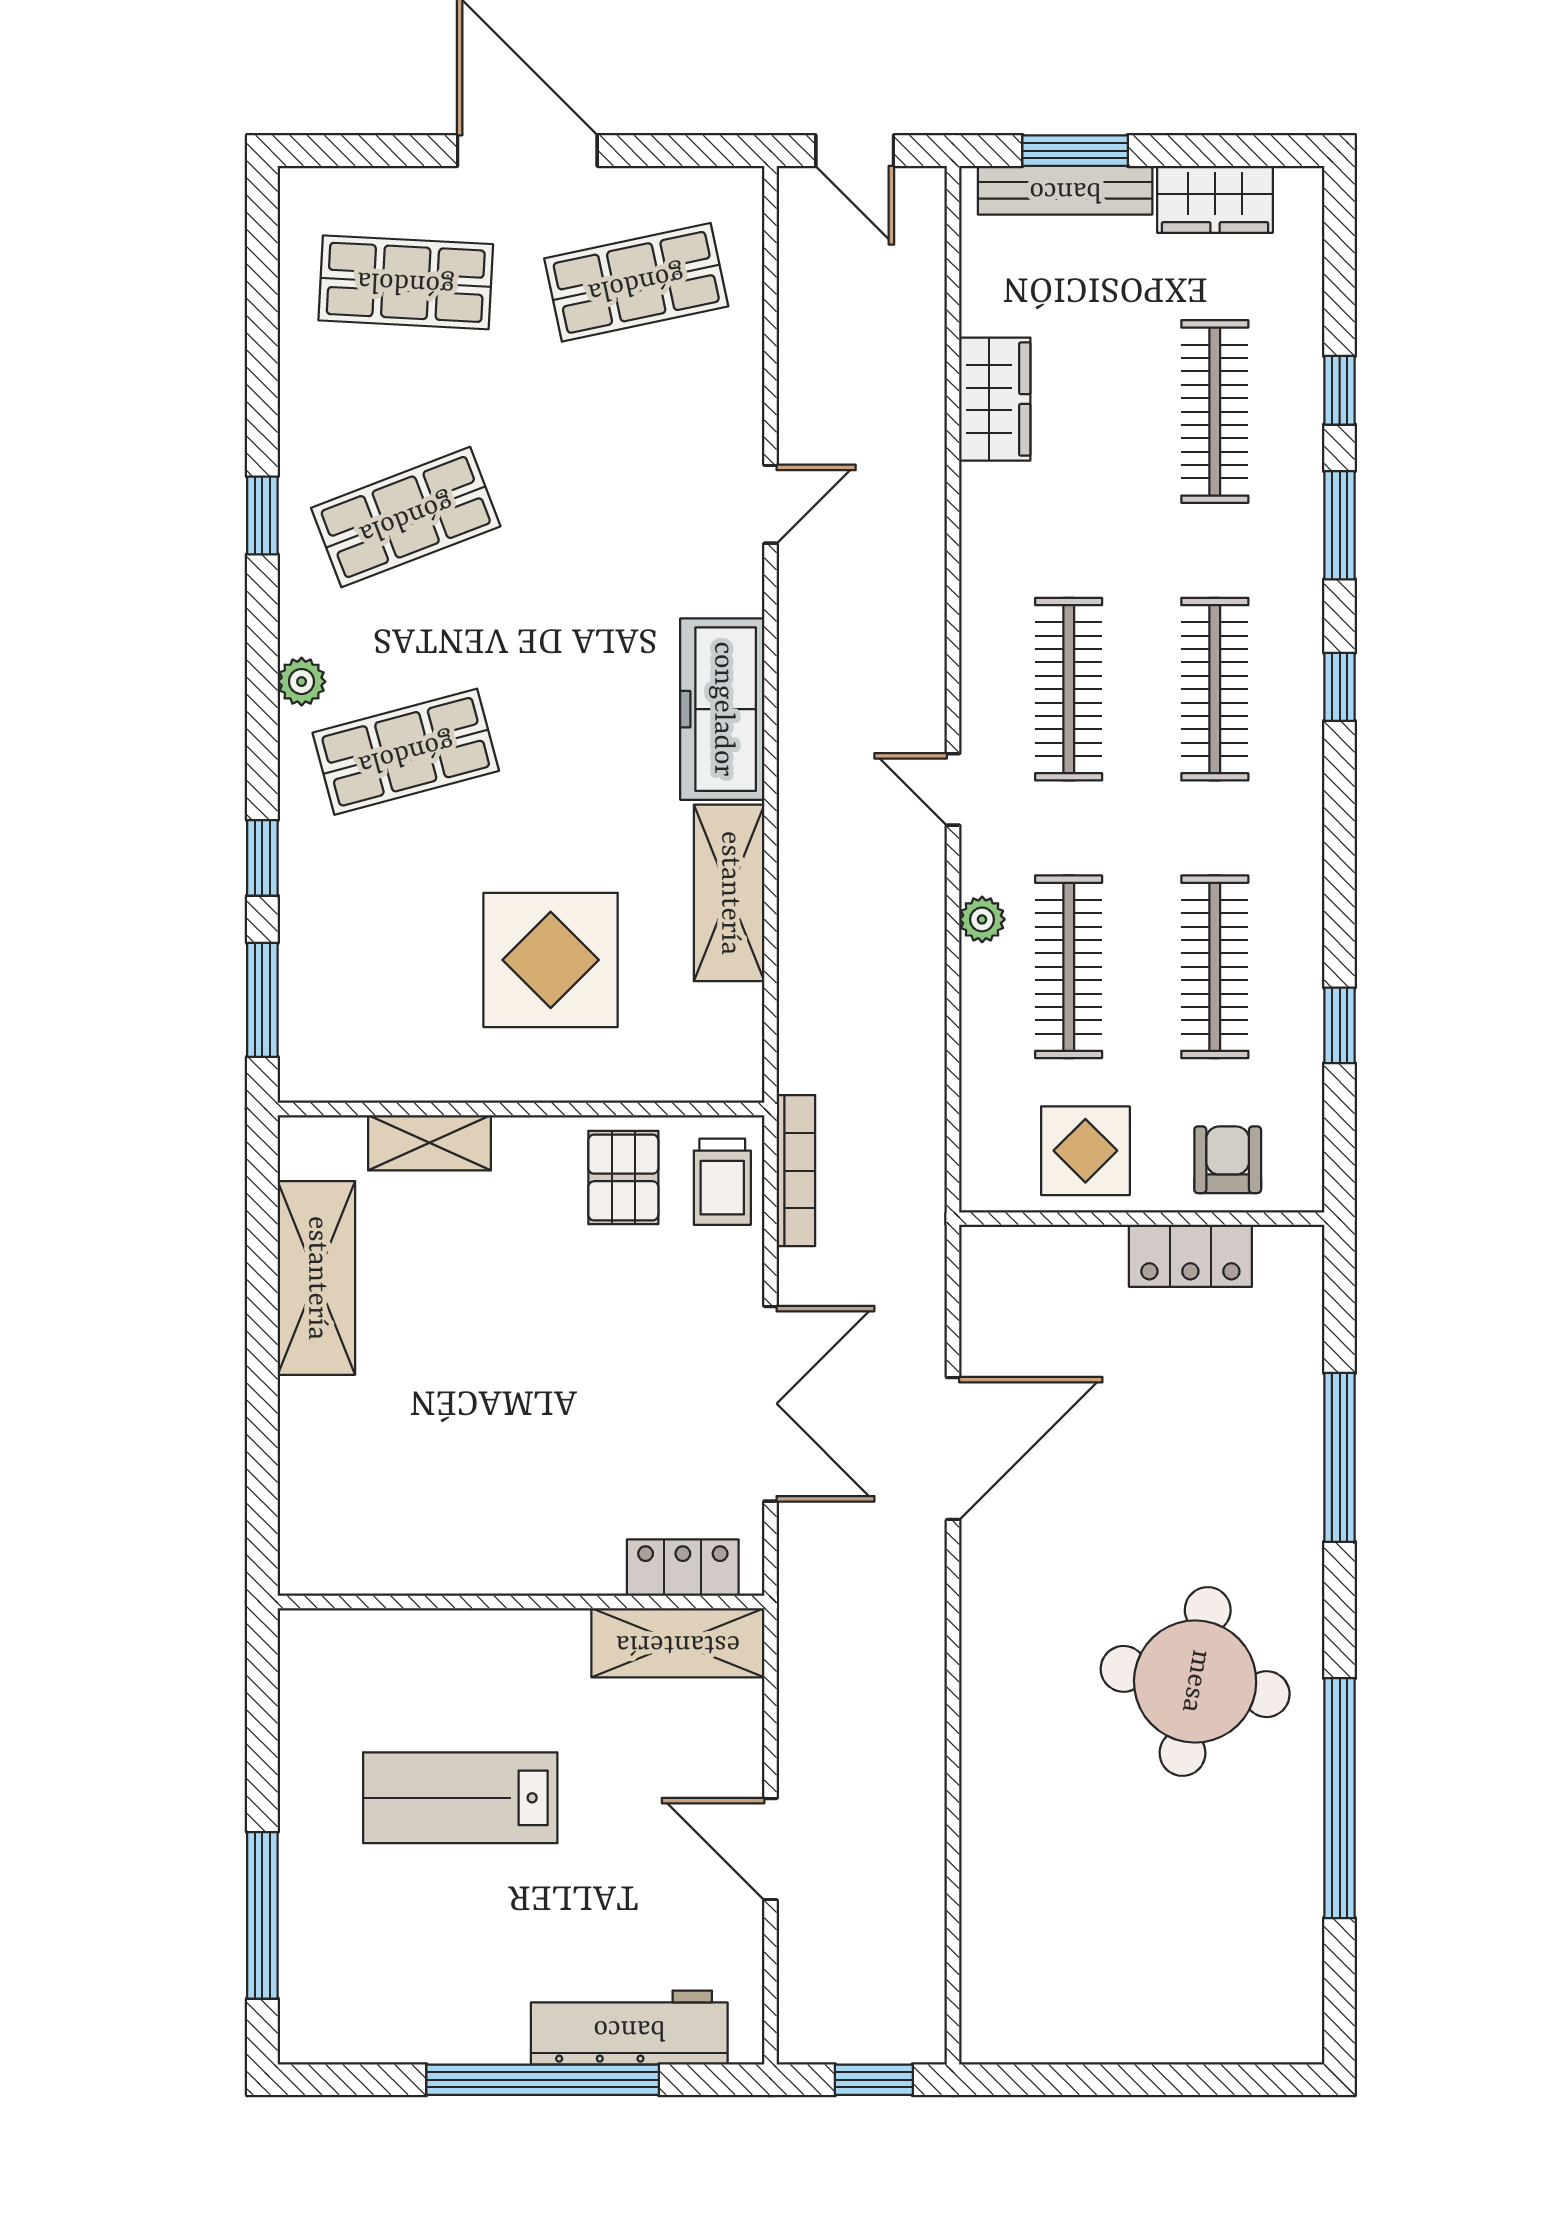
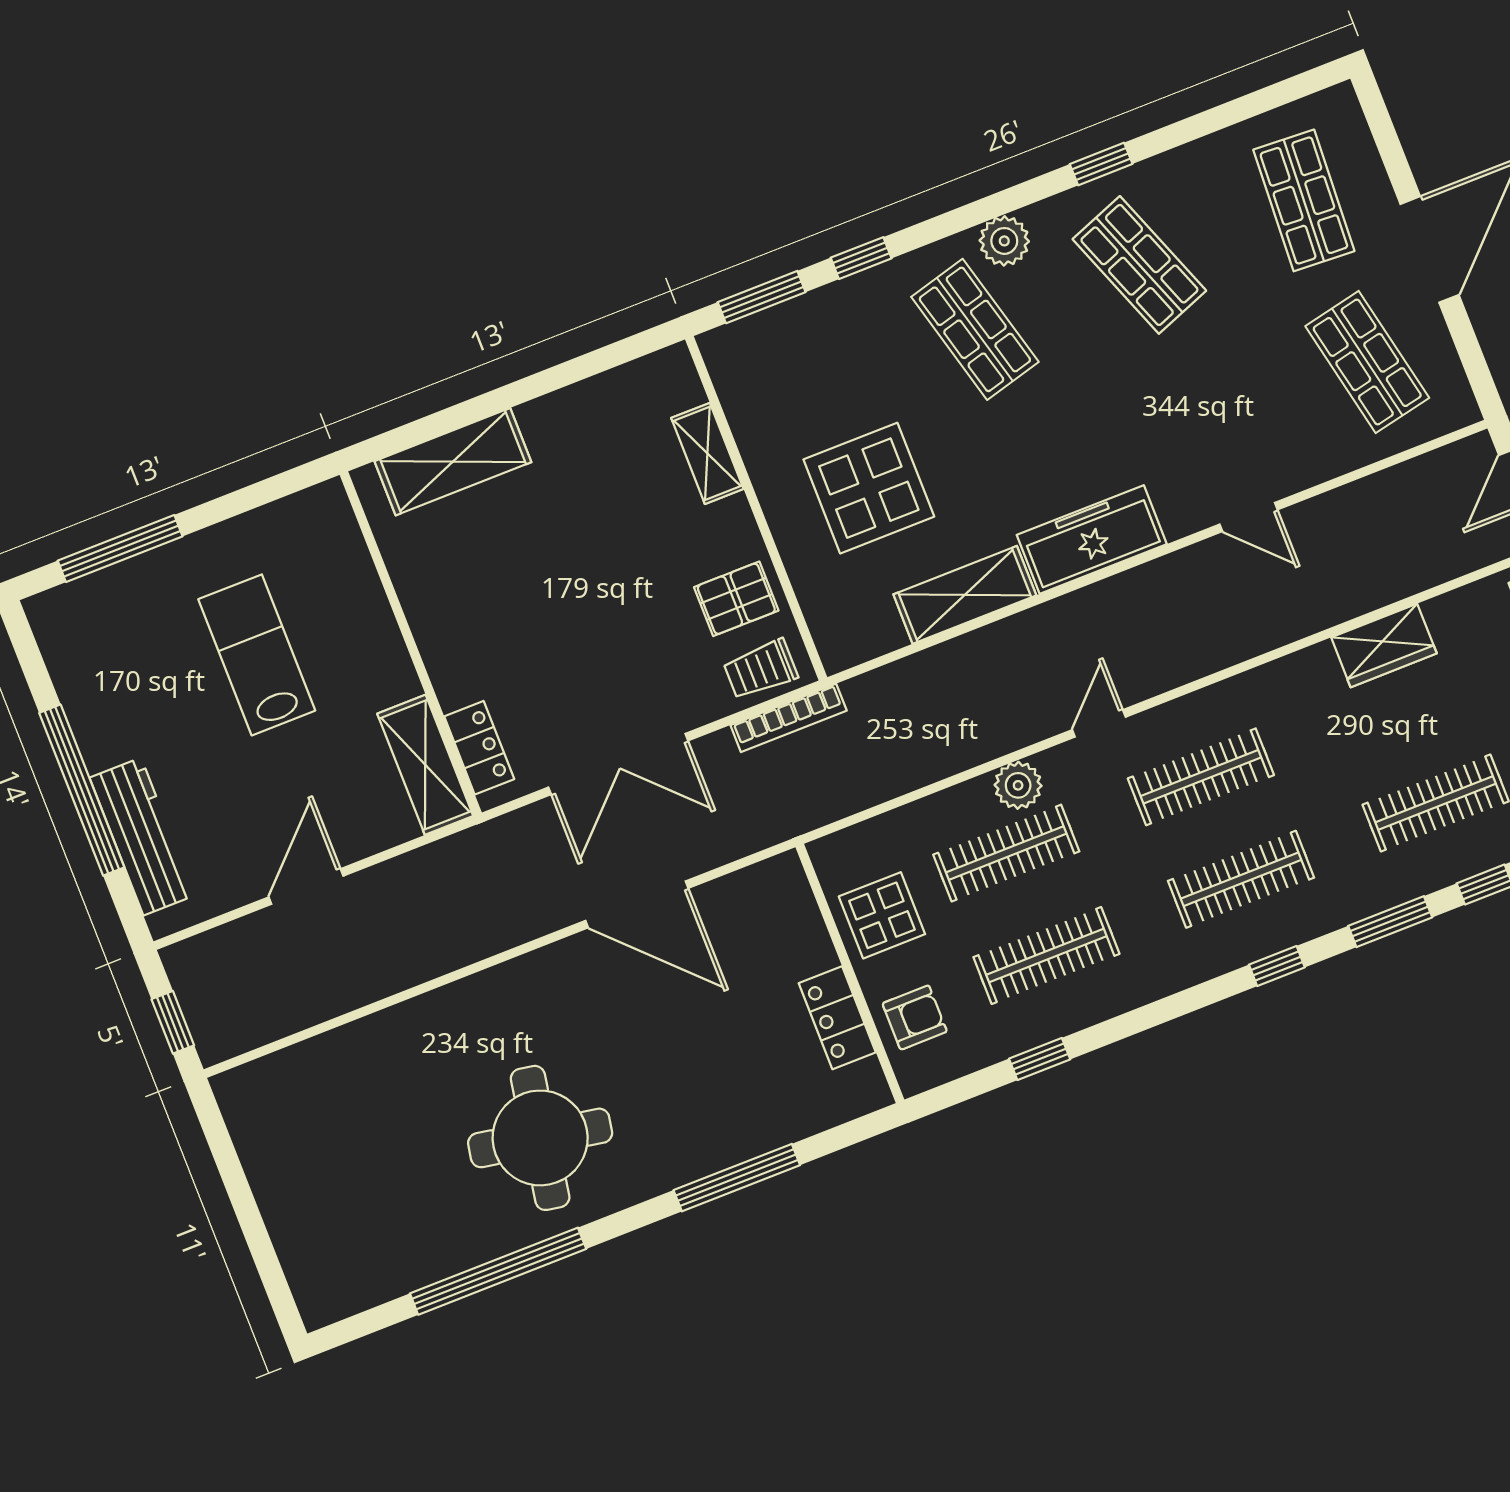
plant: (302, 682) -> (1004, 241), width x1.38, depth x1.38
plant: (982, 919) -> (1018, 785), width x1.38, depth x1.38
shelving: (316, 1278) -> (453, 462), moved

